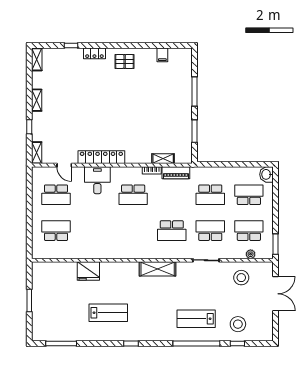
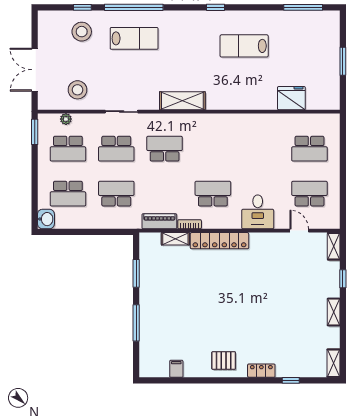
locker: (101, 157) -> (219, 241), moved
fridge: (88, 271) -> (291, 98), moved

